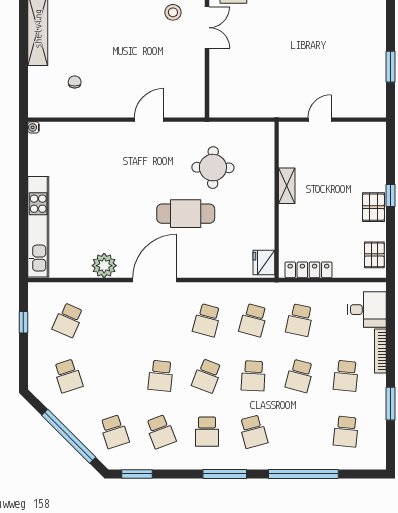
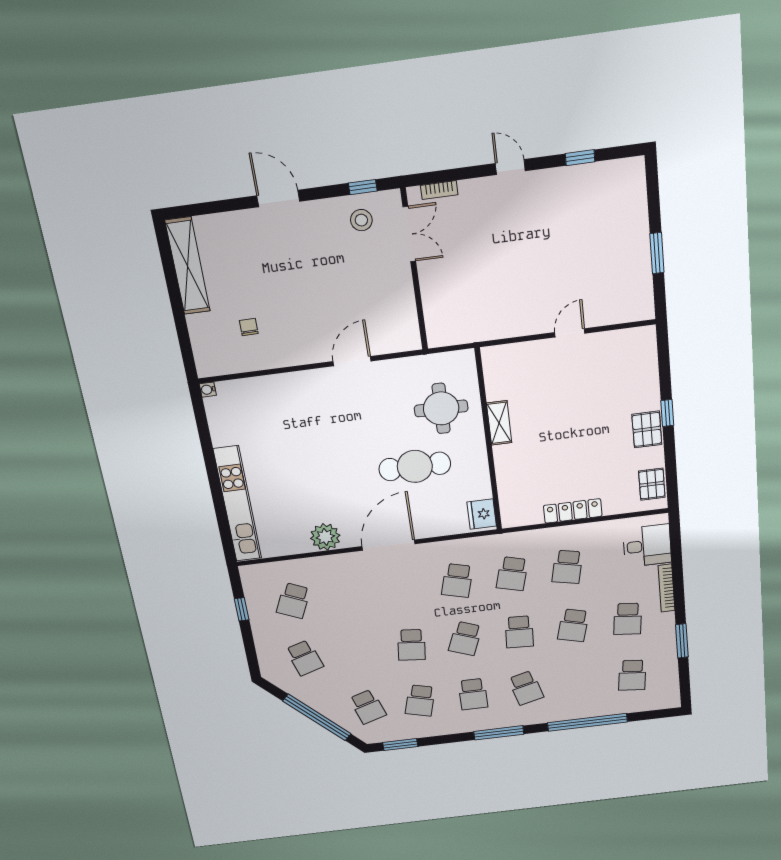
shelving: (287, 186) -> (499, 423), moved
wall: (277, 200) -> (488, 441), moved
fridge: (264, 263) -> (482, 514), moved
school desk: (161, 432) -> (420, 700), turned 36

